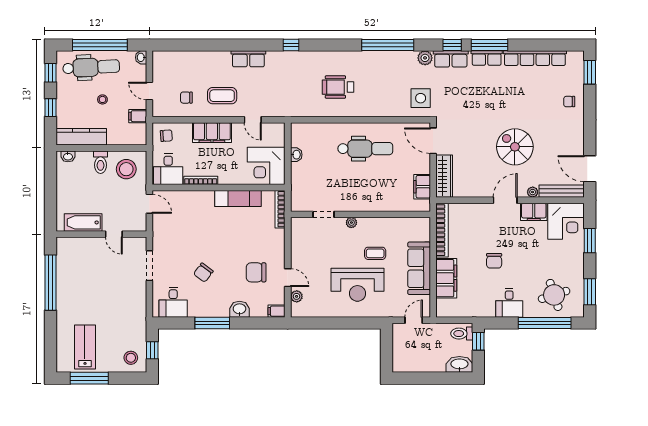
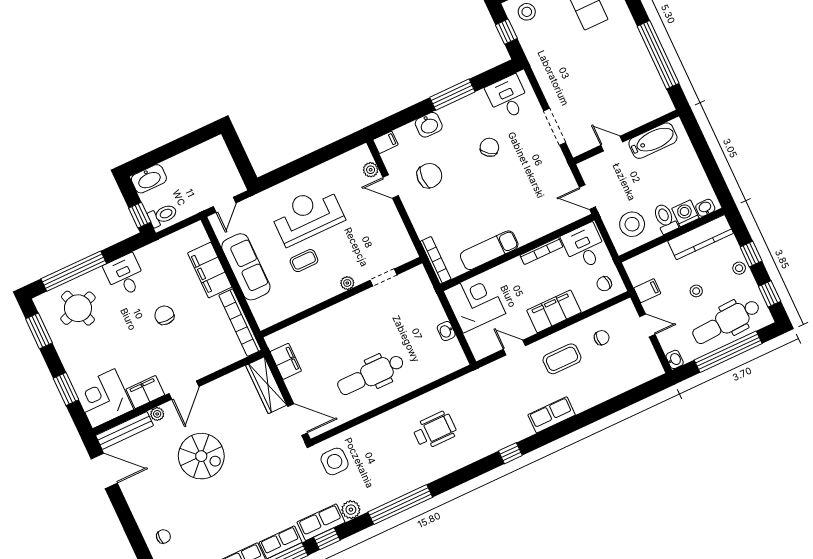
stool: (64, 101) -> (739, 268), added
washing machine: (84, 159) -> (685, 213), added

